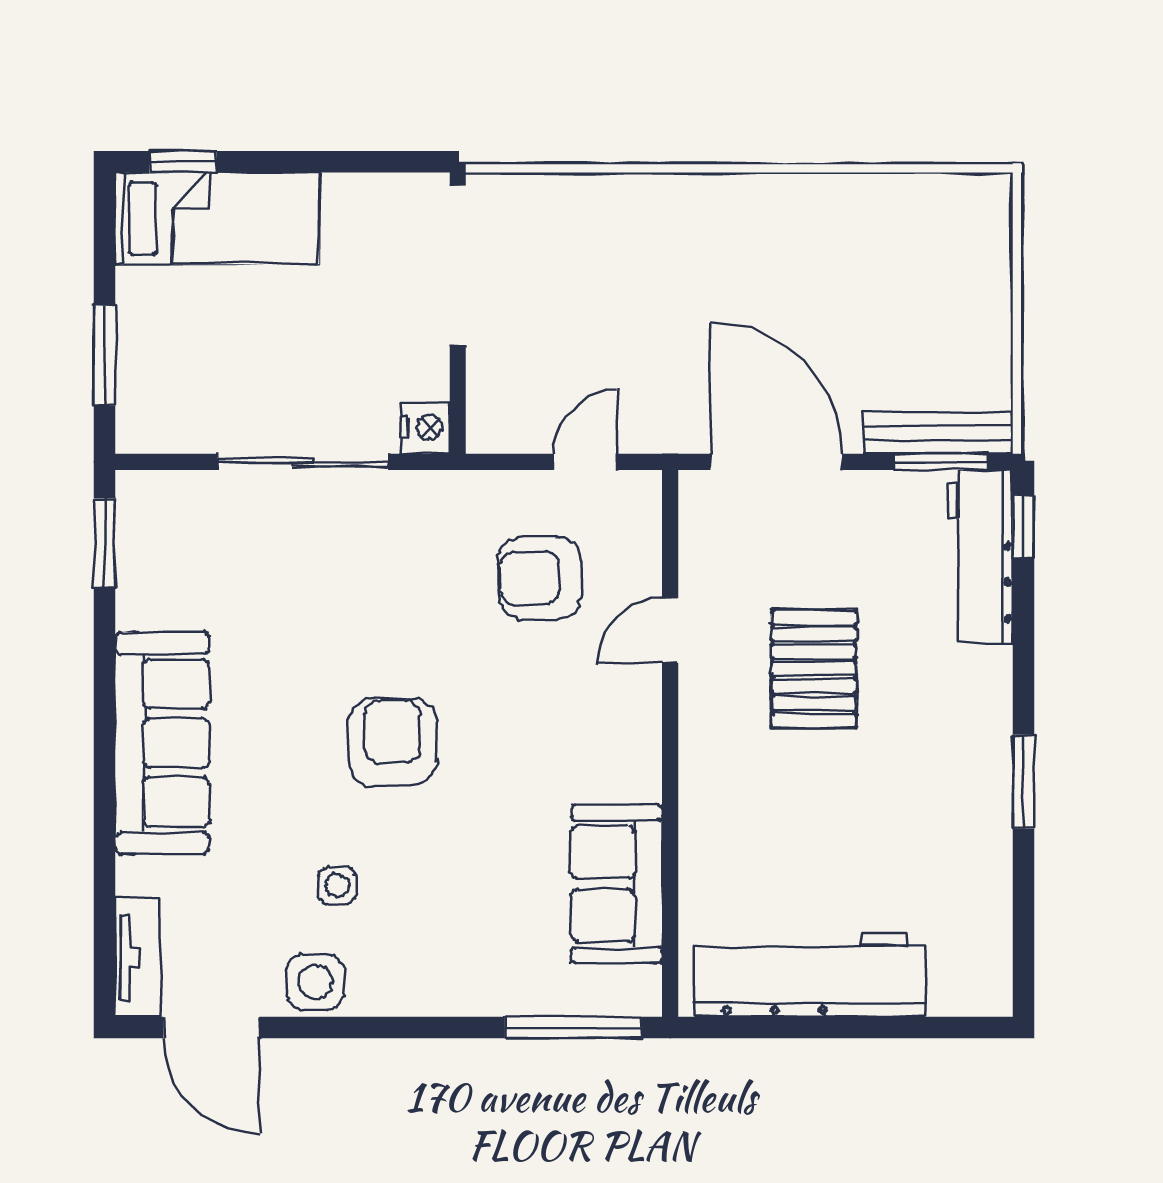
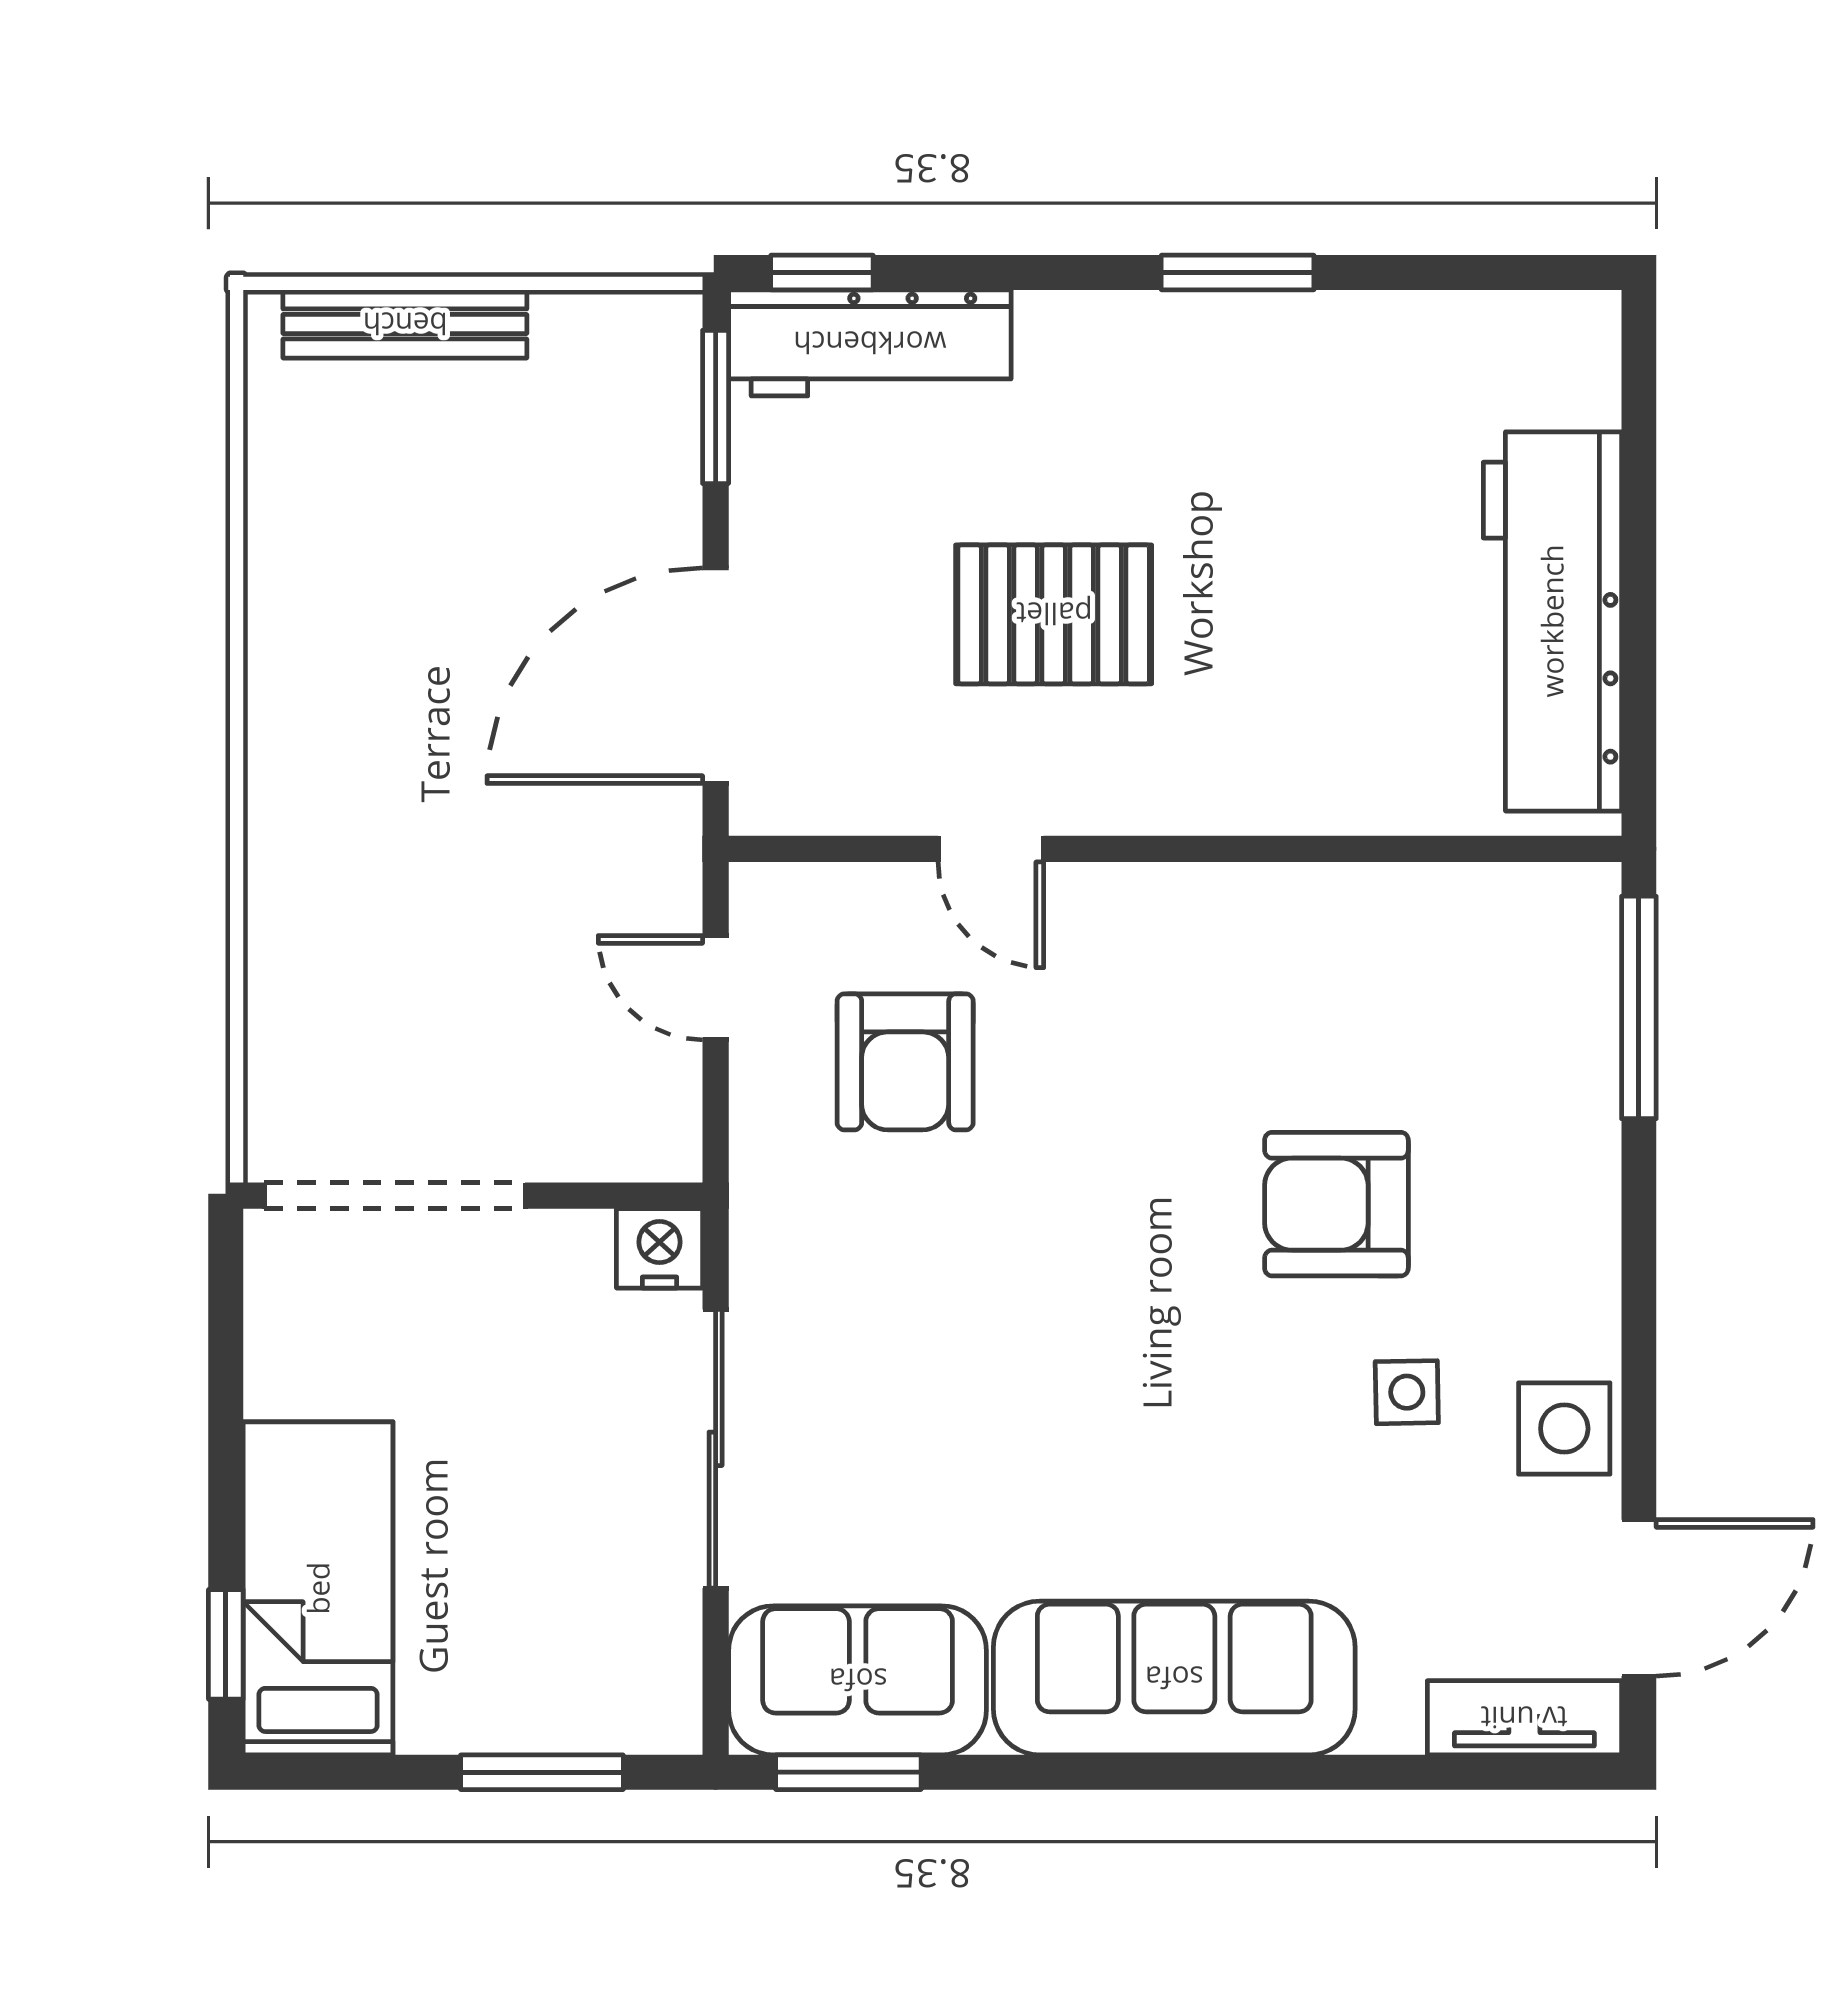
bench: (938, 433) -> (405, 324), moved, turned 90
armchair: (392, 742) -> (1336, 1204), moved
sofa: (617, 884) -> (858, 1680), moved, turned 180

